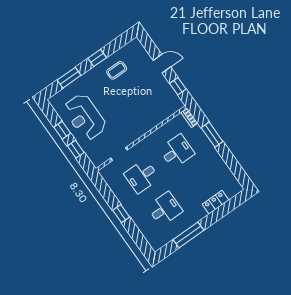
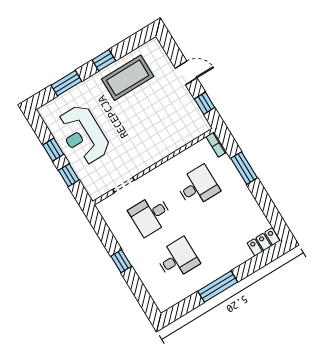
coffee table: (117, 70) -> (128, 78), width x1.86, depth x1.72
locker: (216, 202) -> (264, 242), moved
window: (188, 235) -> (218, 287), moved

